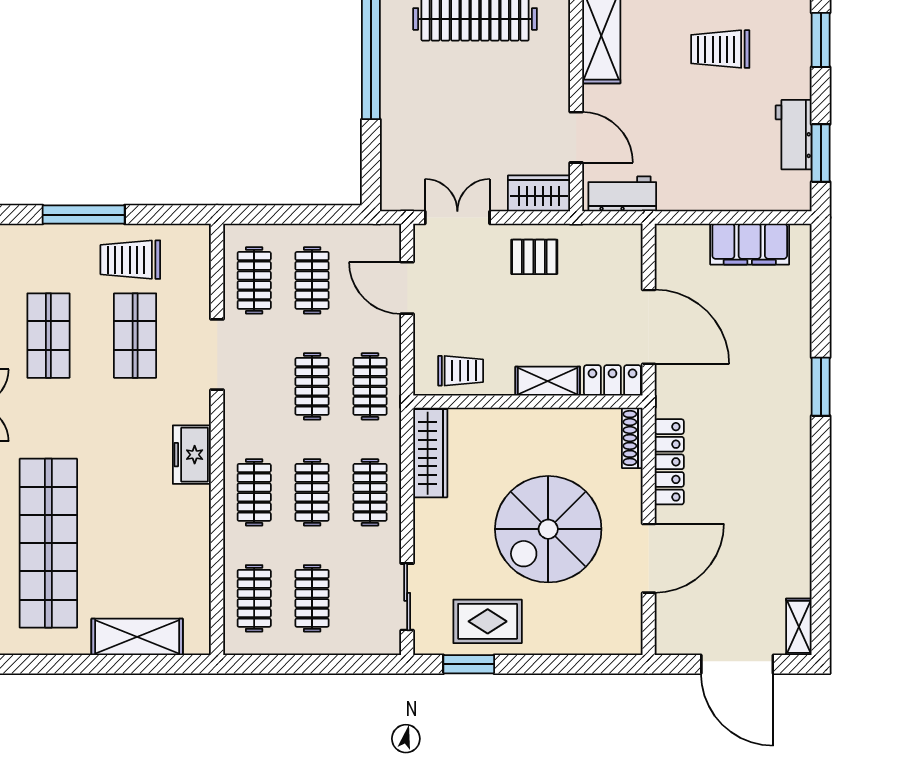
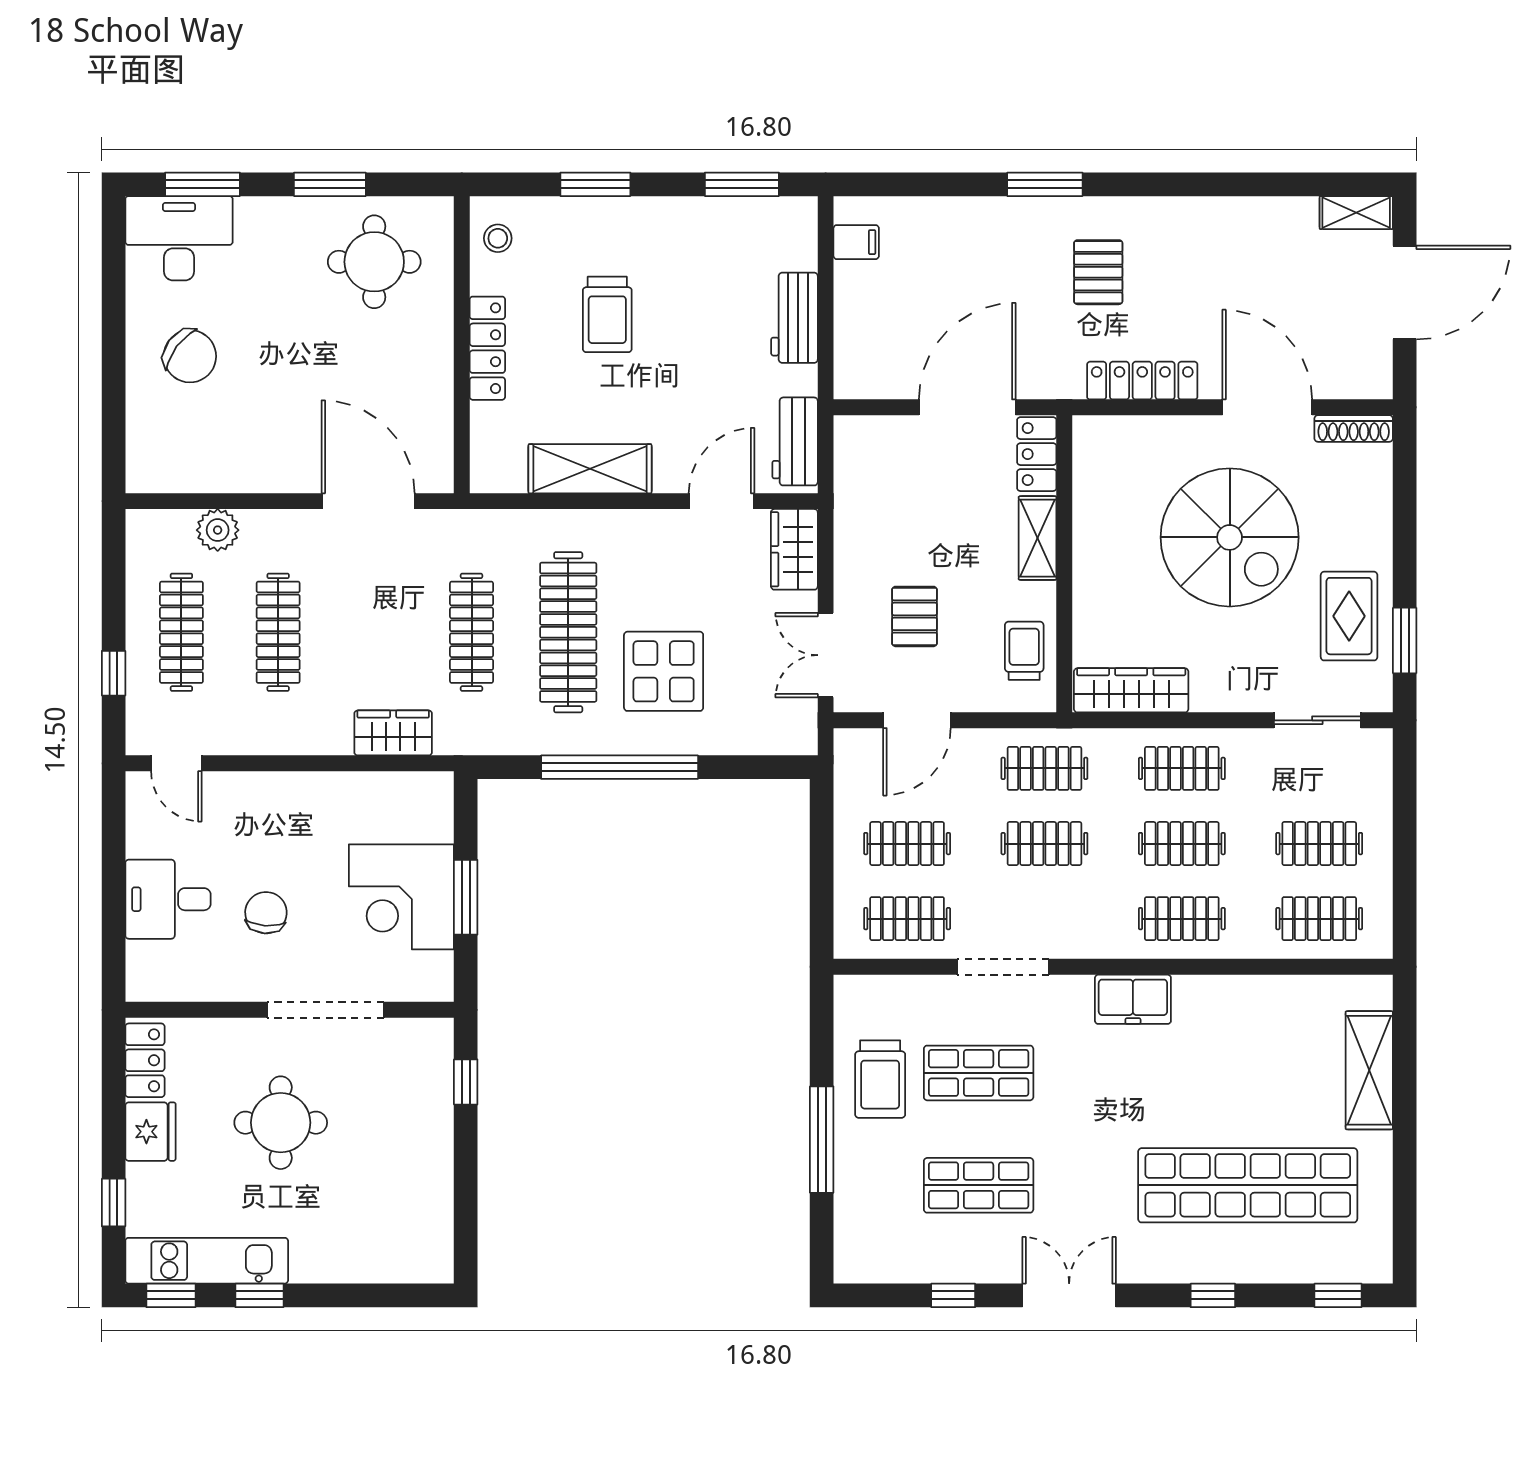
display table: (445, 93) -> (664, 671), added
workbench: (794, 135) -> (794, 318), moved, turned 90
filing cabinet: (750, 244) -> (856, 242), width x0.33, depth x0.86
pallet: (534, 257) -> (914, 616), moved
pallet: (753, 428) -> (1098, 272), added
shoe rack: (632, 438) -> (1354, 428), moved

